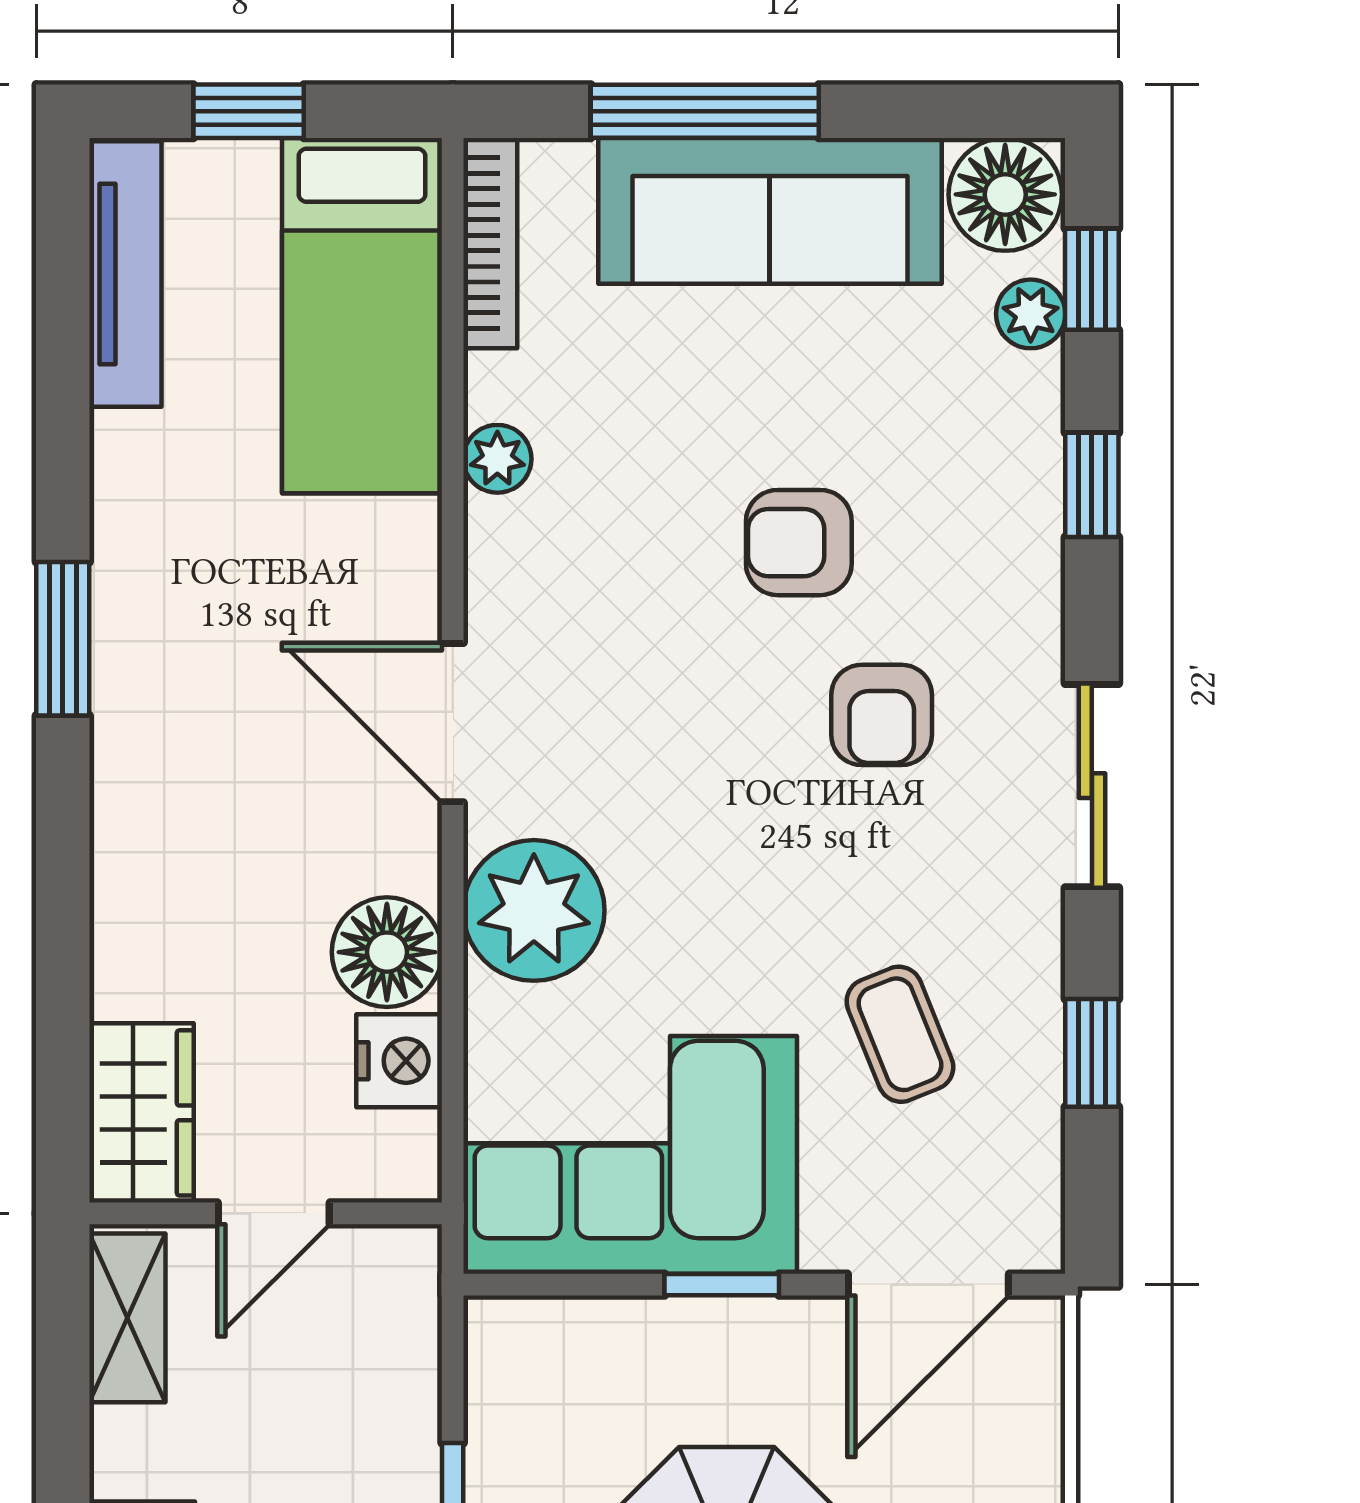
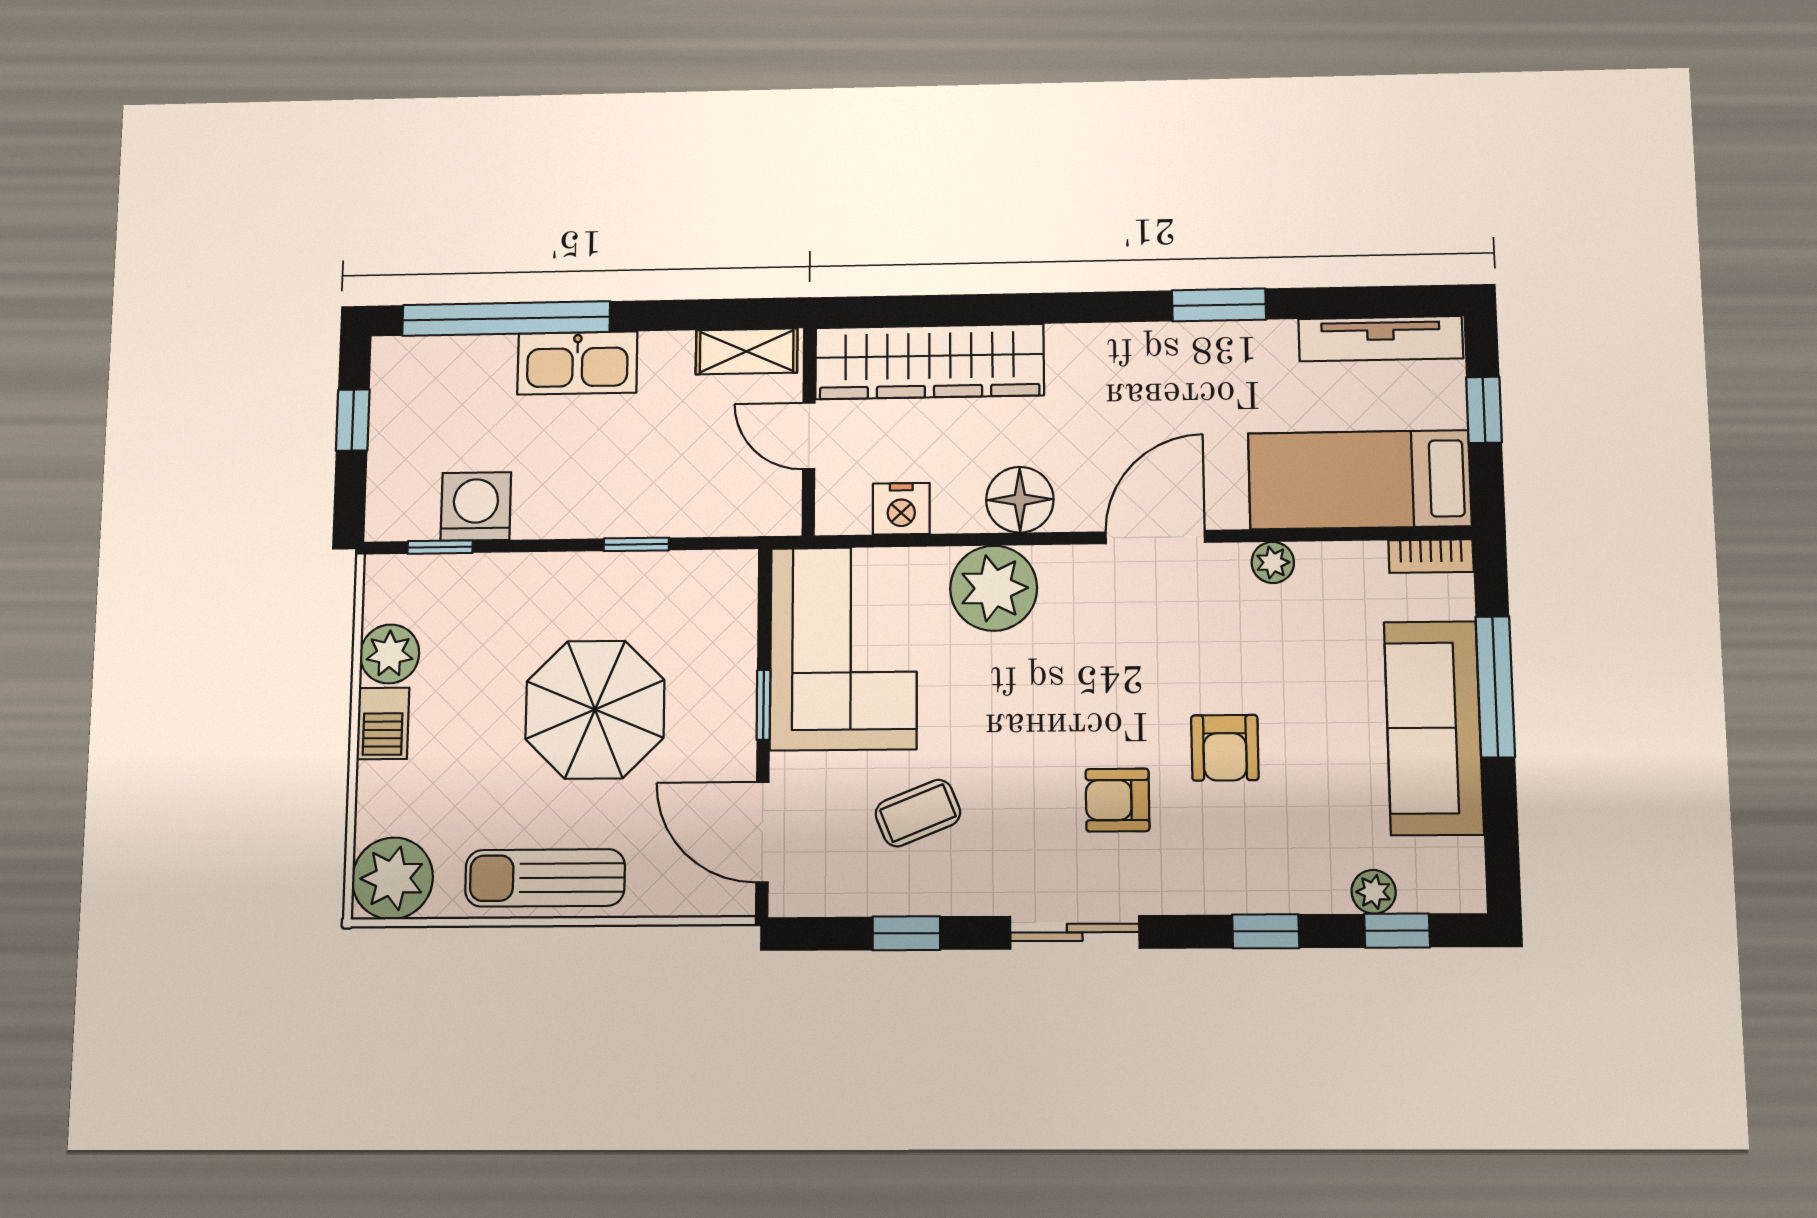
floor lamp: (1005, 194) -> (1449, 875), removed
bookcase: (490, 243) -> (1431, 556), width x0.64
armchair: (799, 543) -> (1225, 748), turned 180
window: (63, 639) -> (1219, 305), moved
door: (453, 723) -> (1155, 537), moved
floor lamp: (387, 952) -> (1020, 500), moved
wardrobe: (142, 1113) -> (929, 362), width x2.10, depth x1.17

